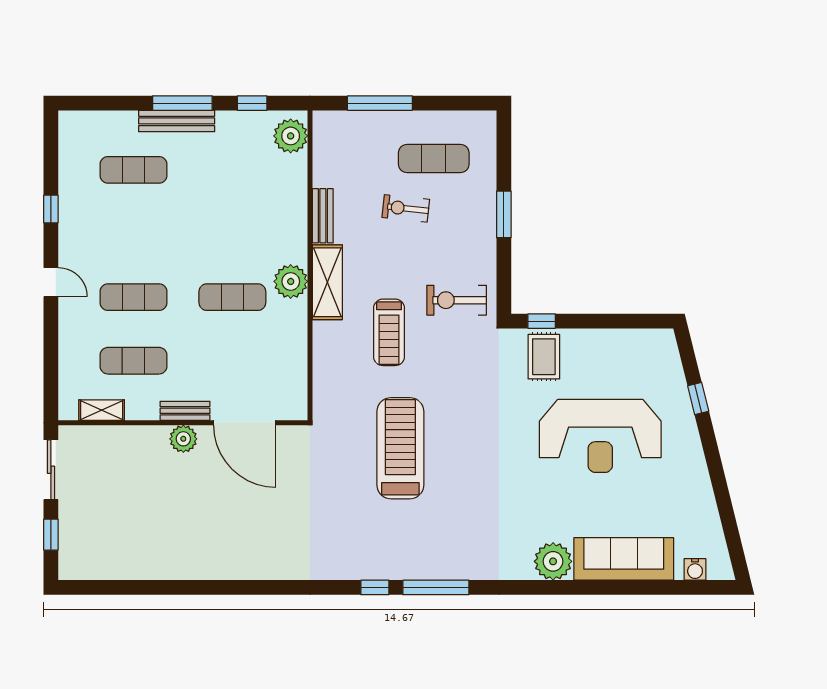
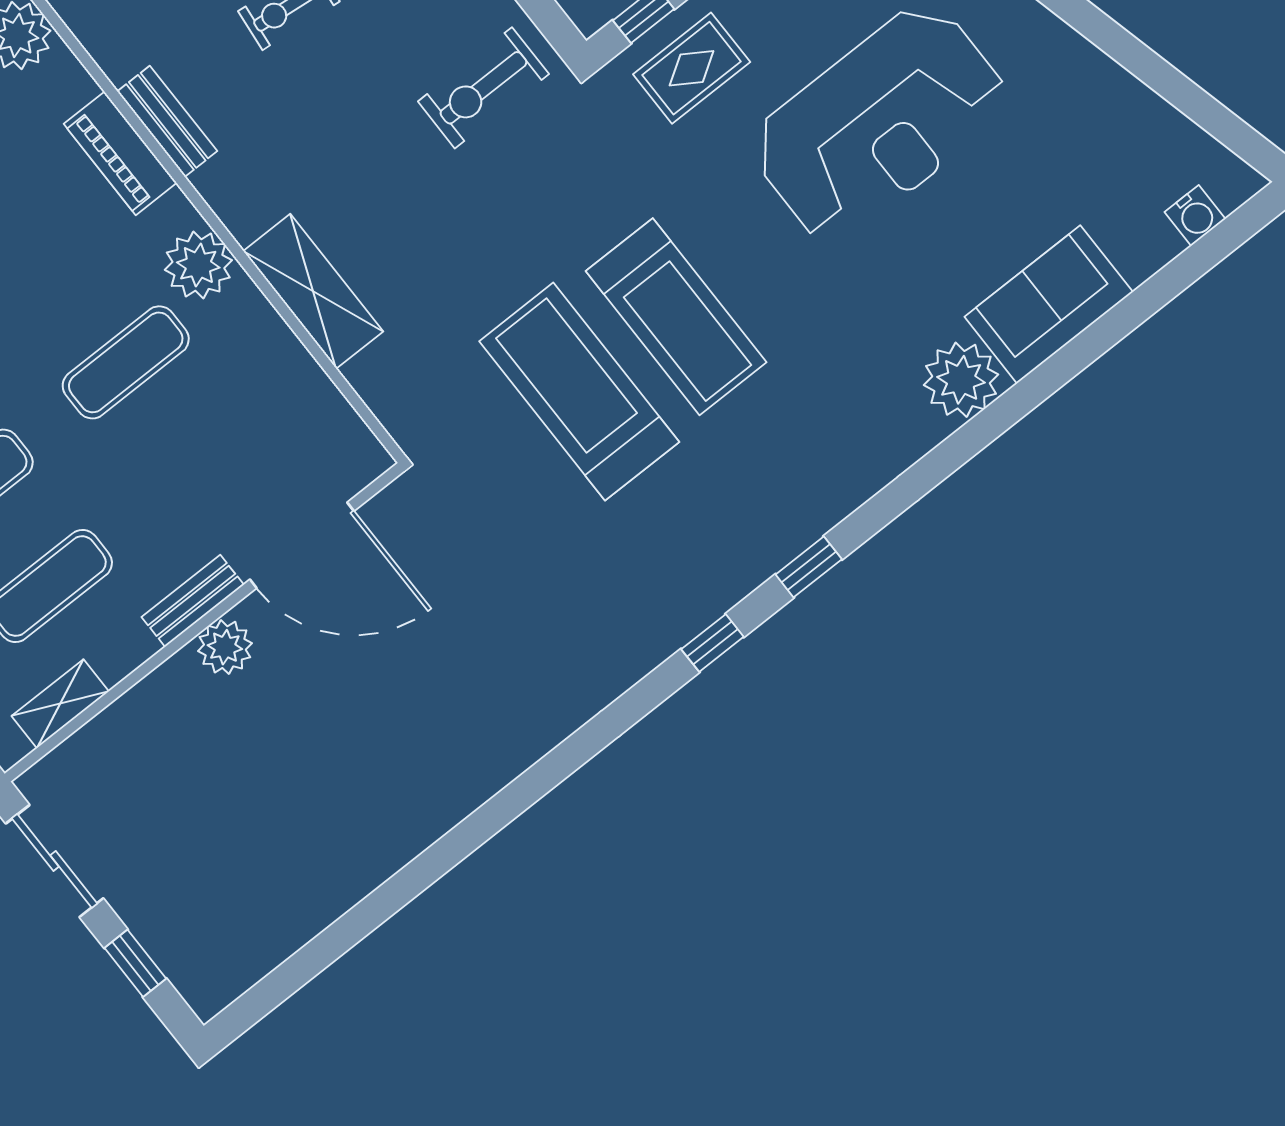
piano: (295, 214) -> (120, 153), added
shelving: (327, 282) -> (313, 291), moved
treadmill: (389, 332) -> (676, 317), moved, width x1.37, depth x1.38
rug: (544, 357) -> (692, 68), turned 90
sofa: (624, 559) -> (1049, 304), width x0.73
window: (436, 587) -> (809, 567), width x0.46

